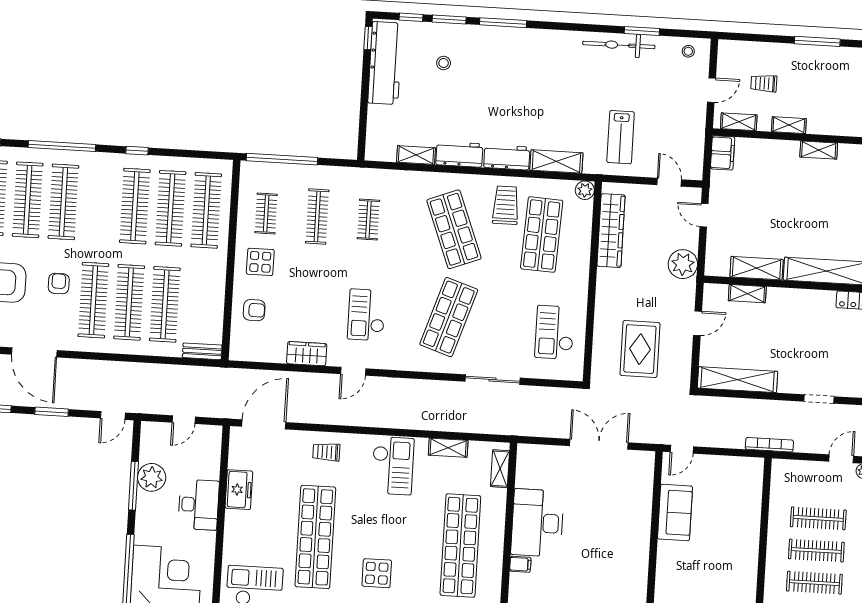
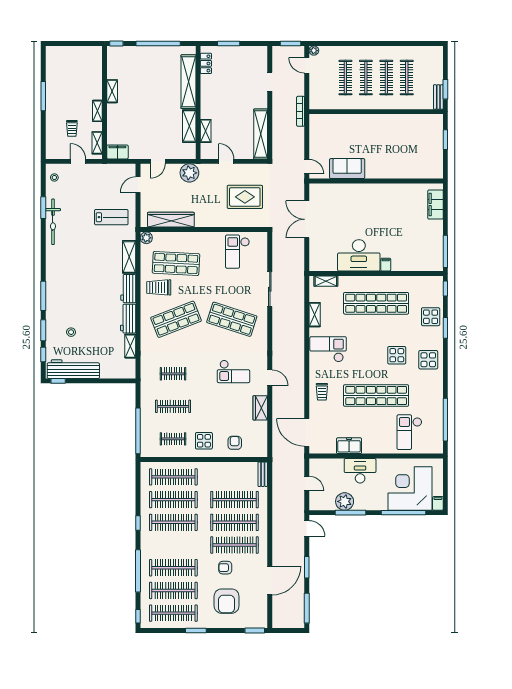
checkout: (555, 332) -> (237, 252), turned 90

